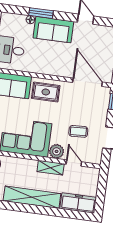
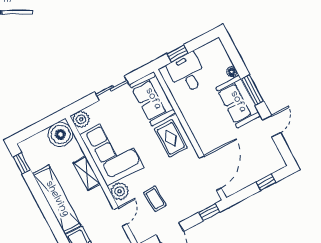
window: (41, 13) -> (252, 90), moved
shelving: (51, 168) -> (87, 173), moved

